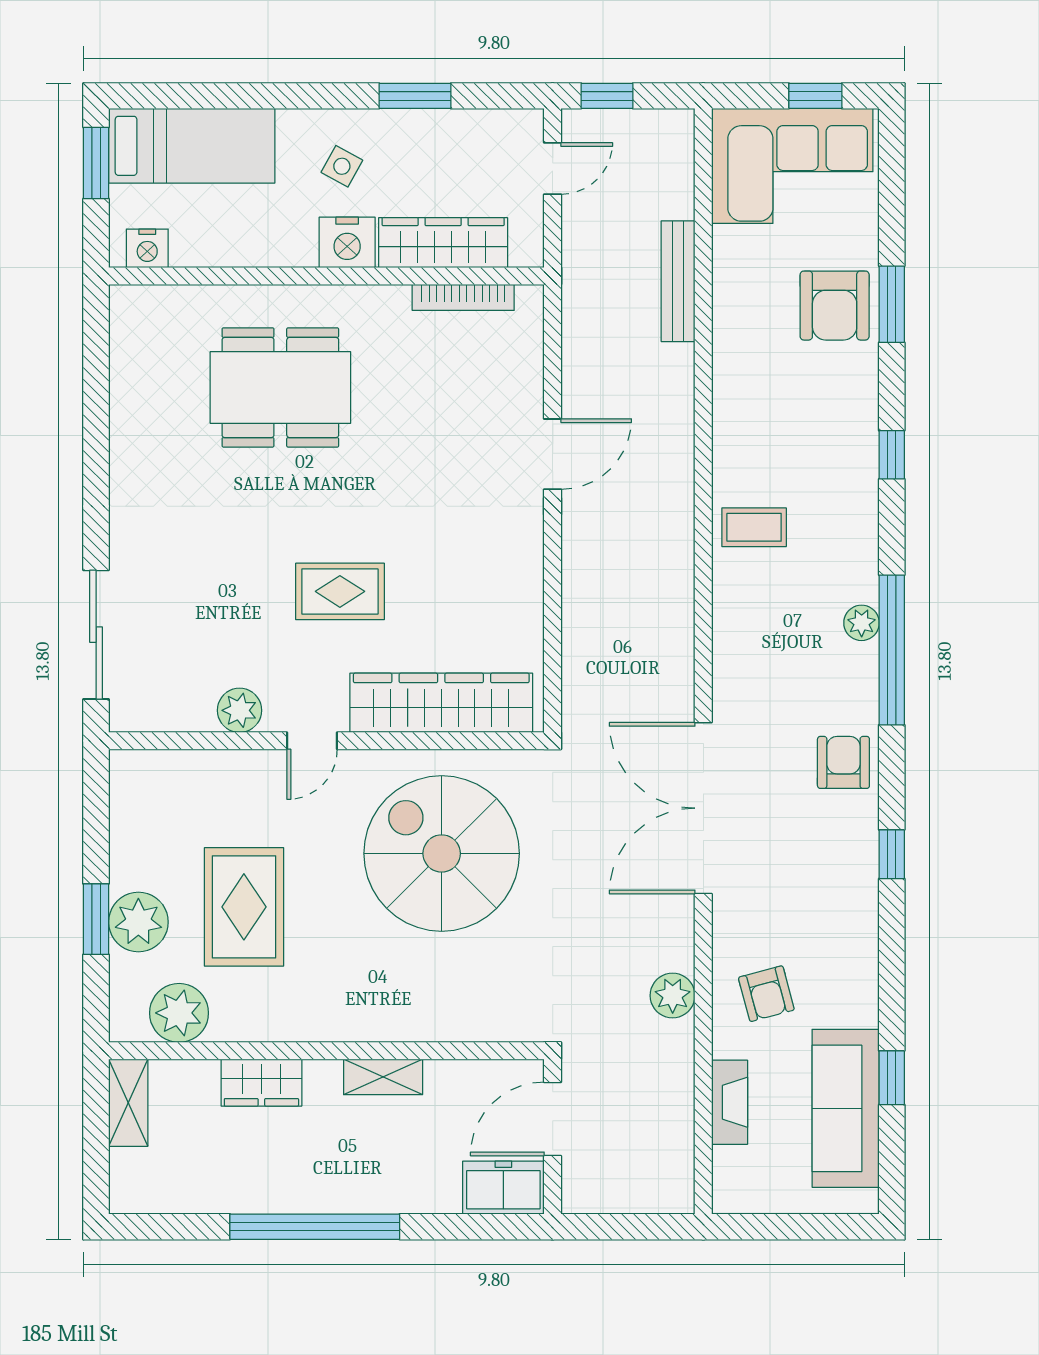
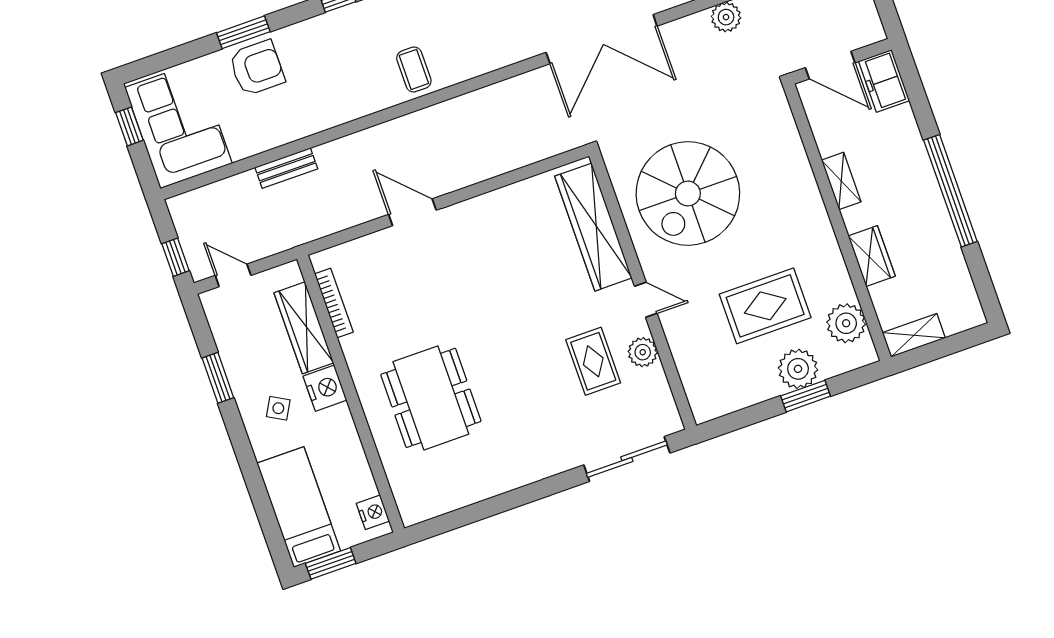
bench: (678, 281) -> (286, 168), width x0.73
rug: (340, 591) -> (593, 361), moved

